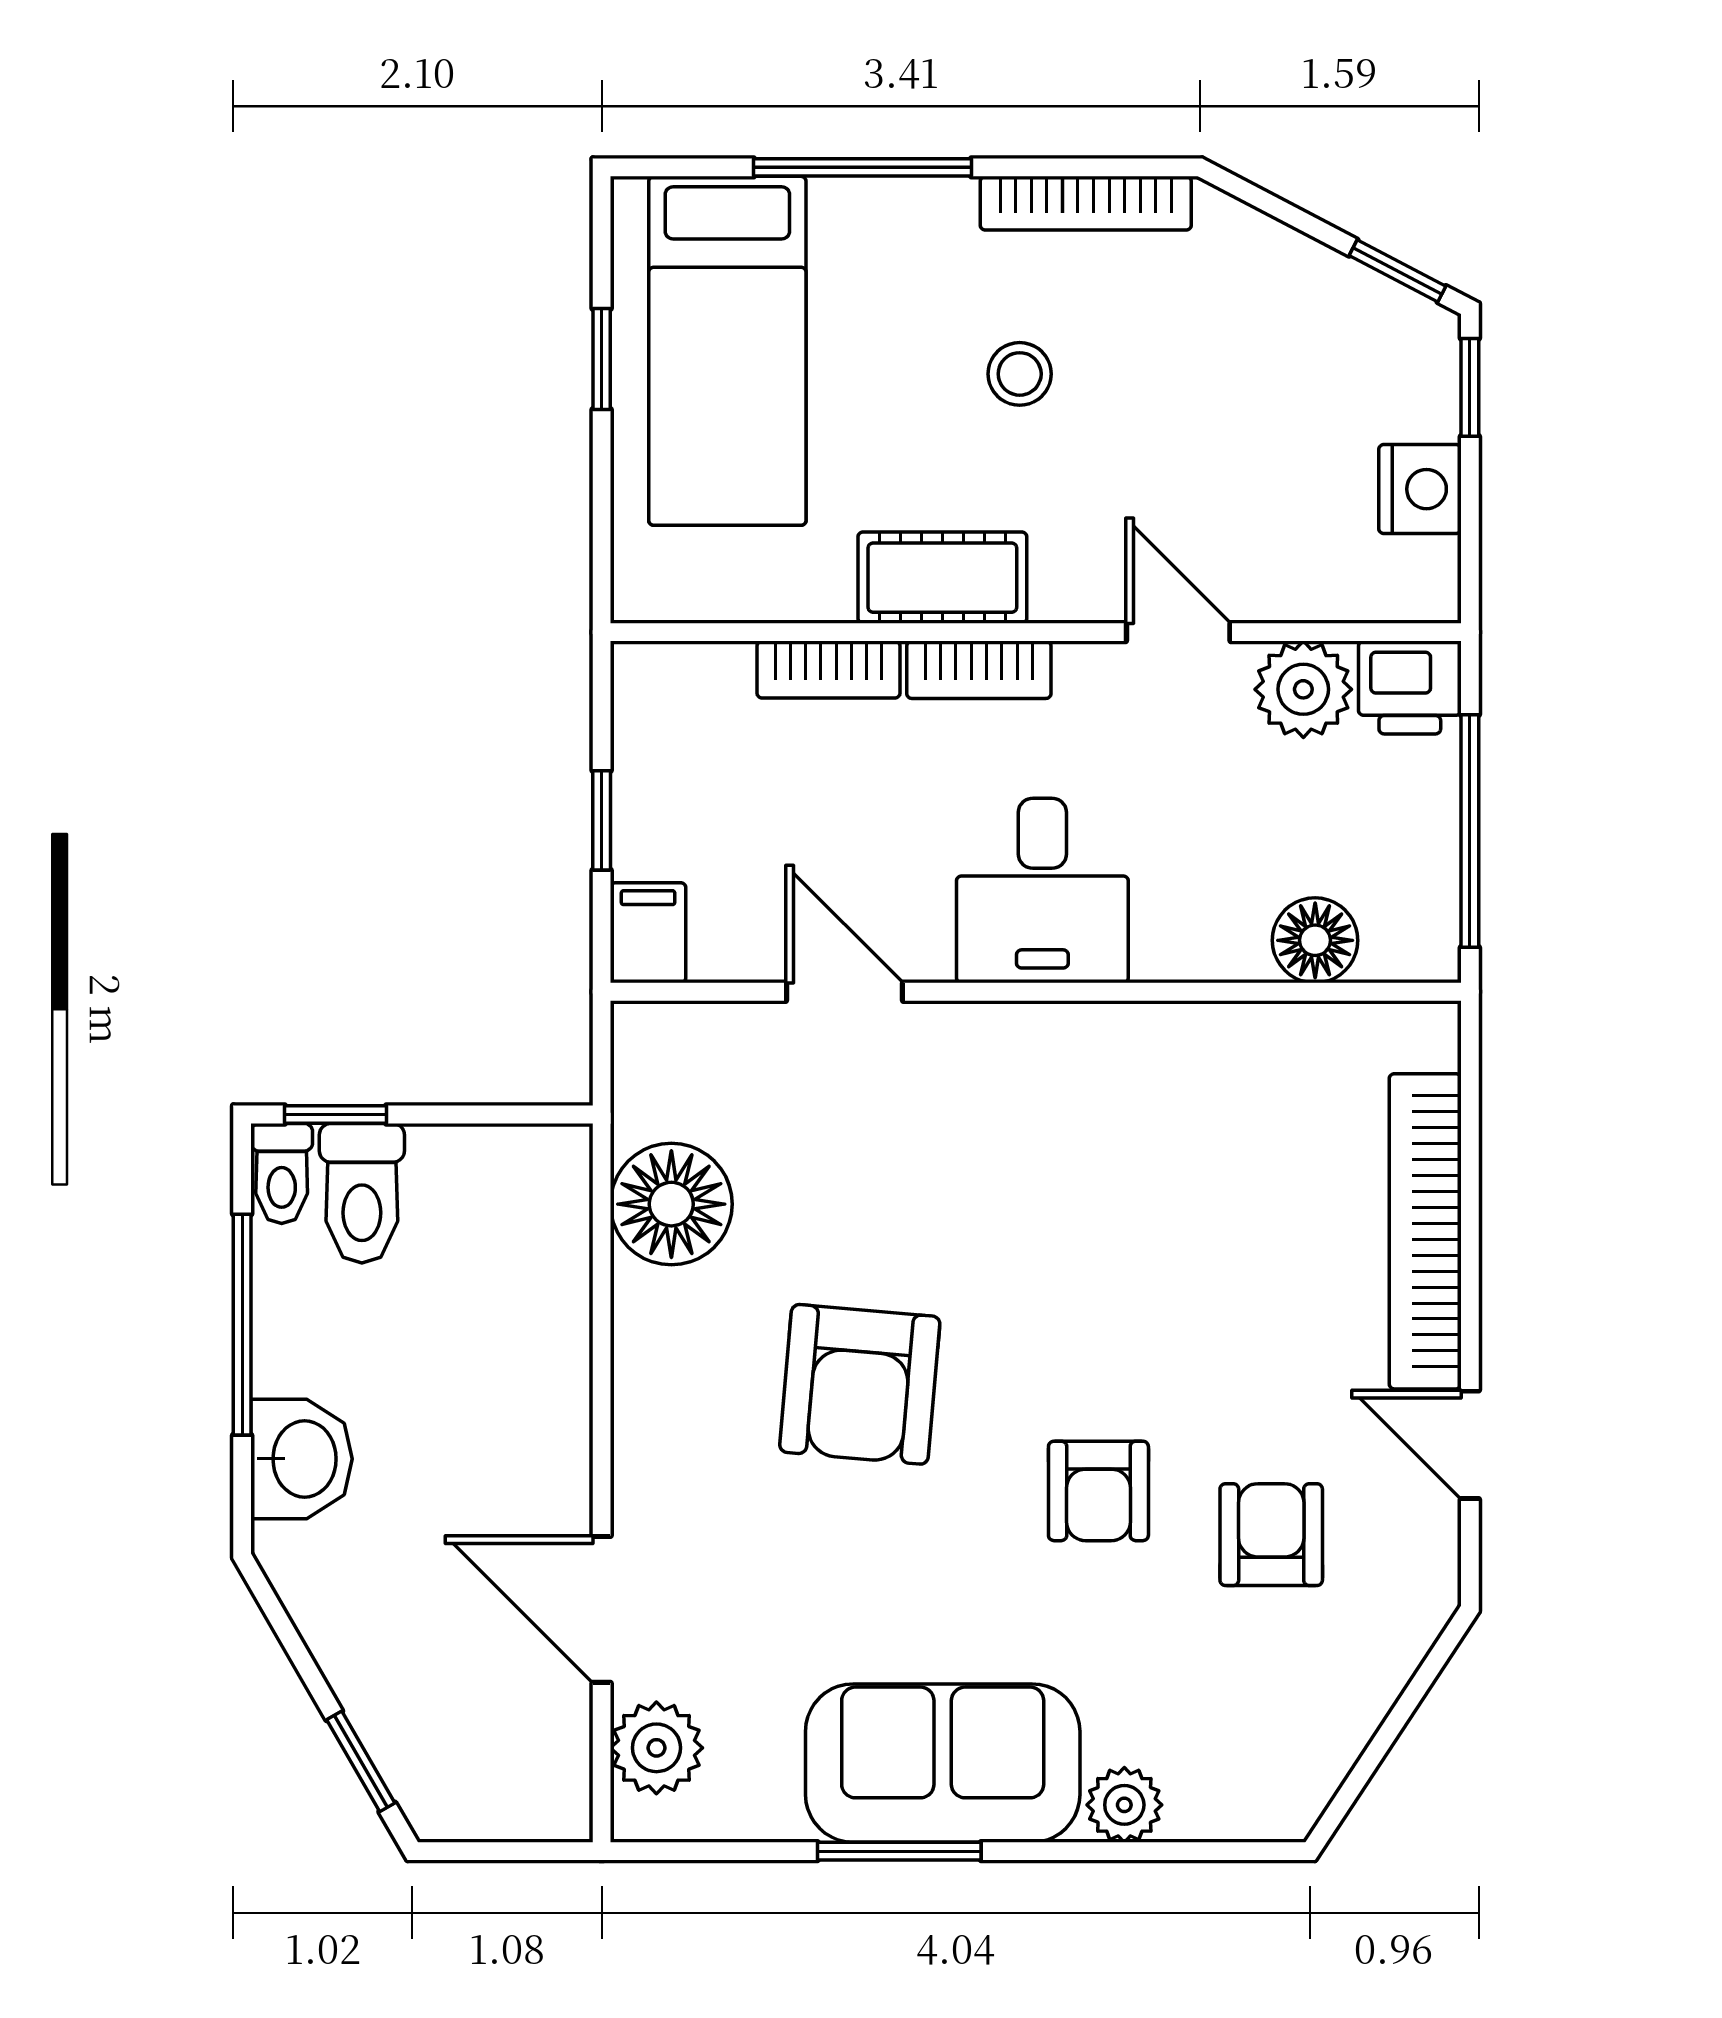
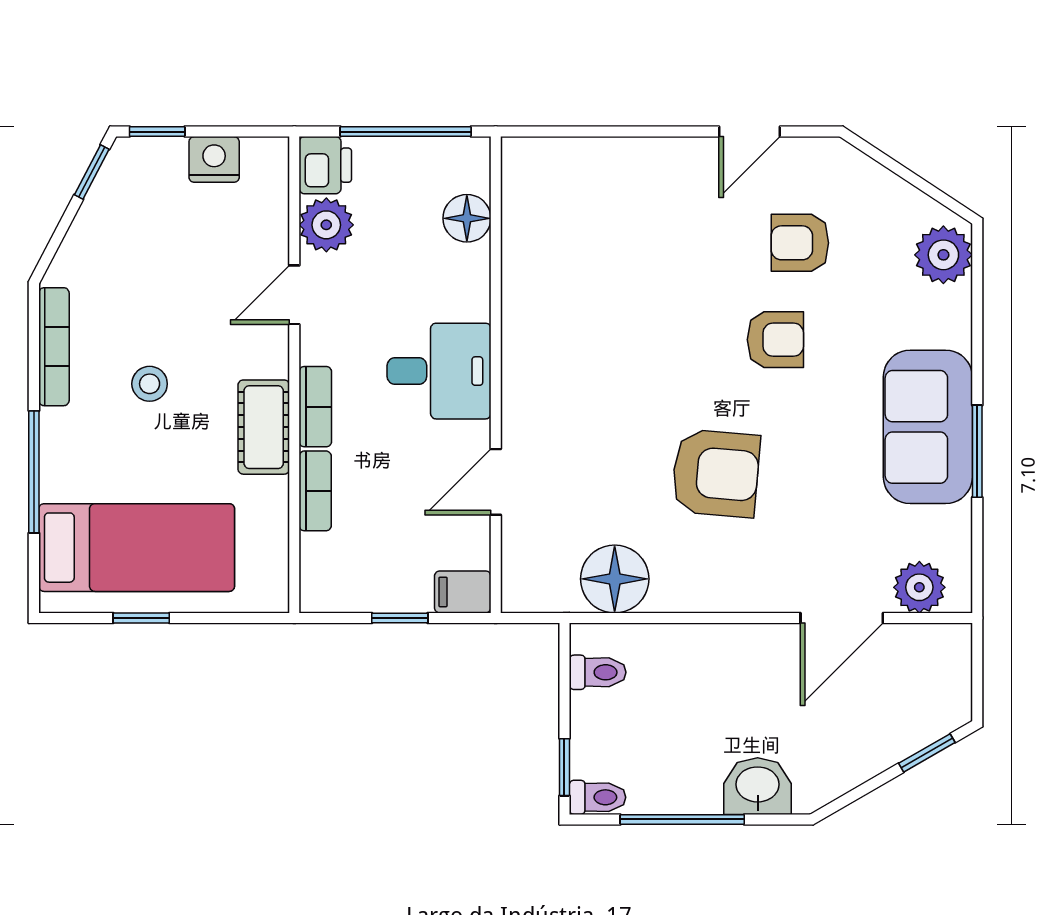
toilet: (362, 1193) -> (598, 672), moved, width x0.73, depth x0.72
bookcase: (1425, 1231) -> (630, 157), removed
plant: (1124, 1805) -> (943, 255), moved, width x1.38, depth x1.38

